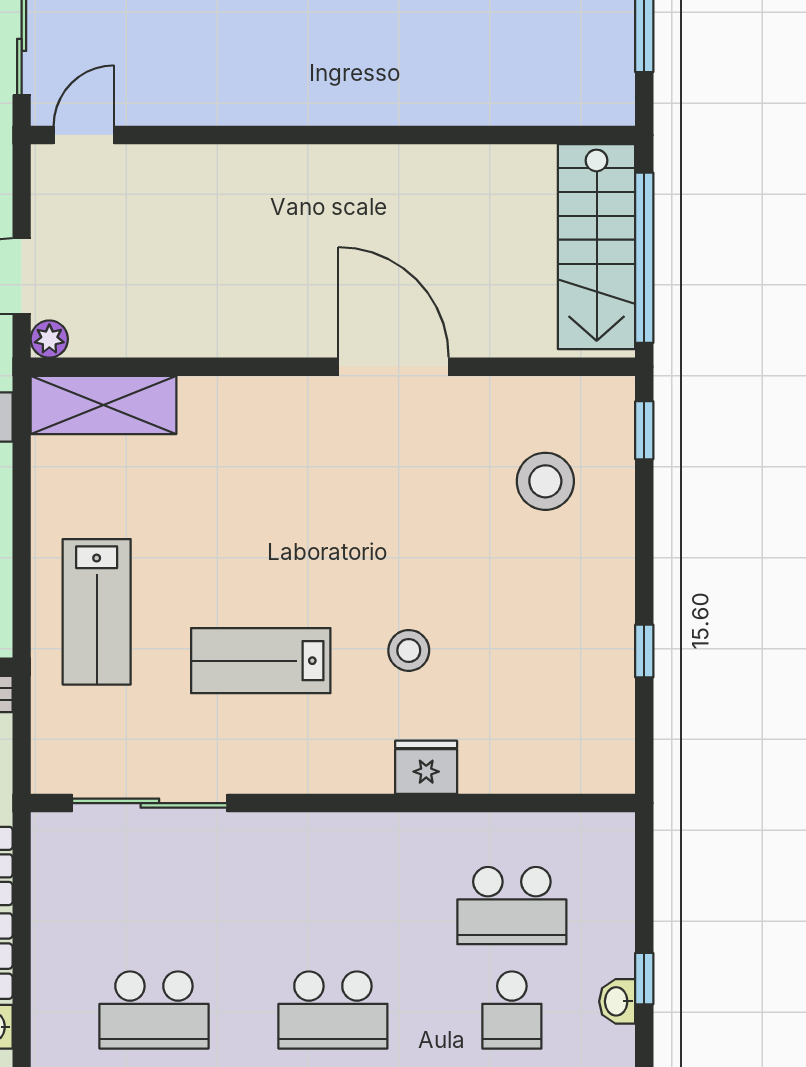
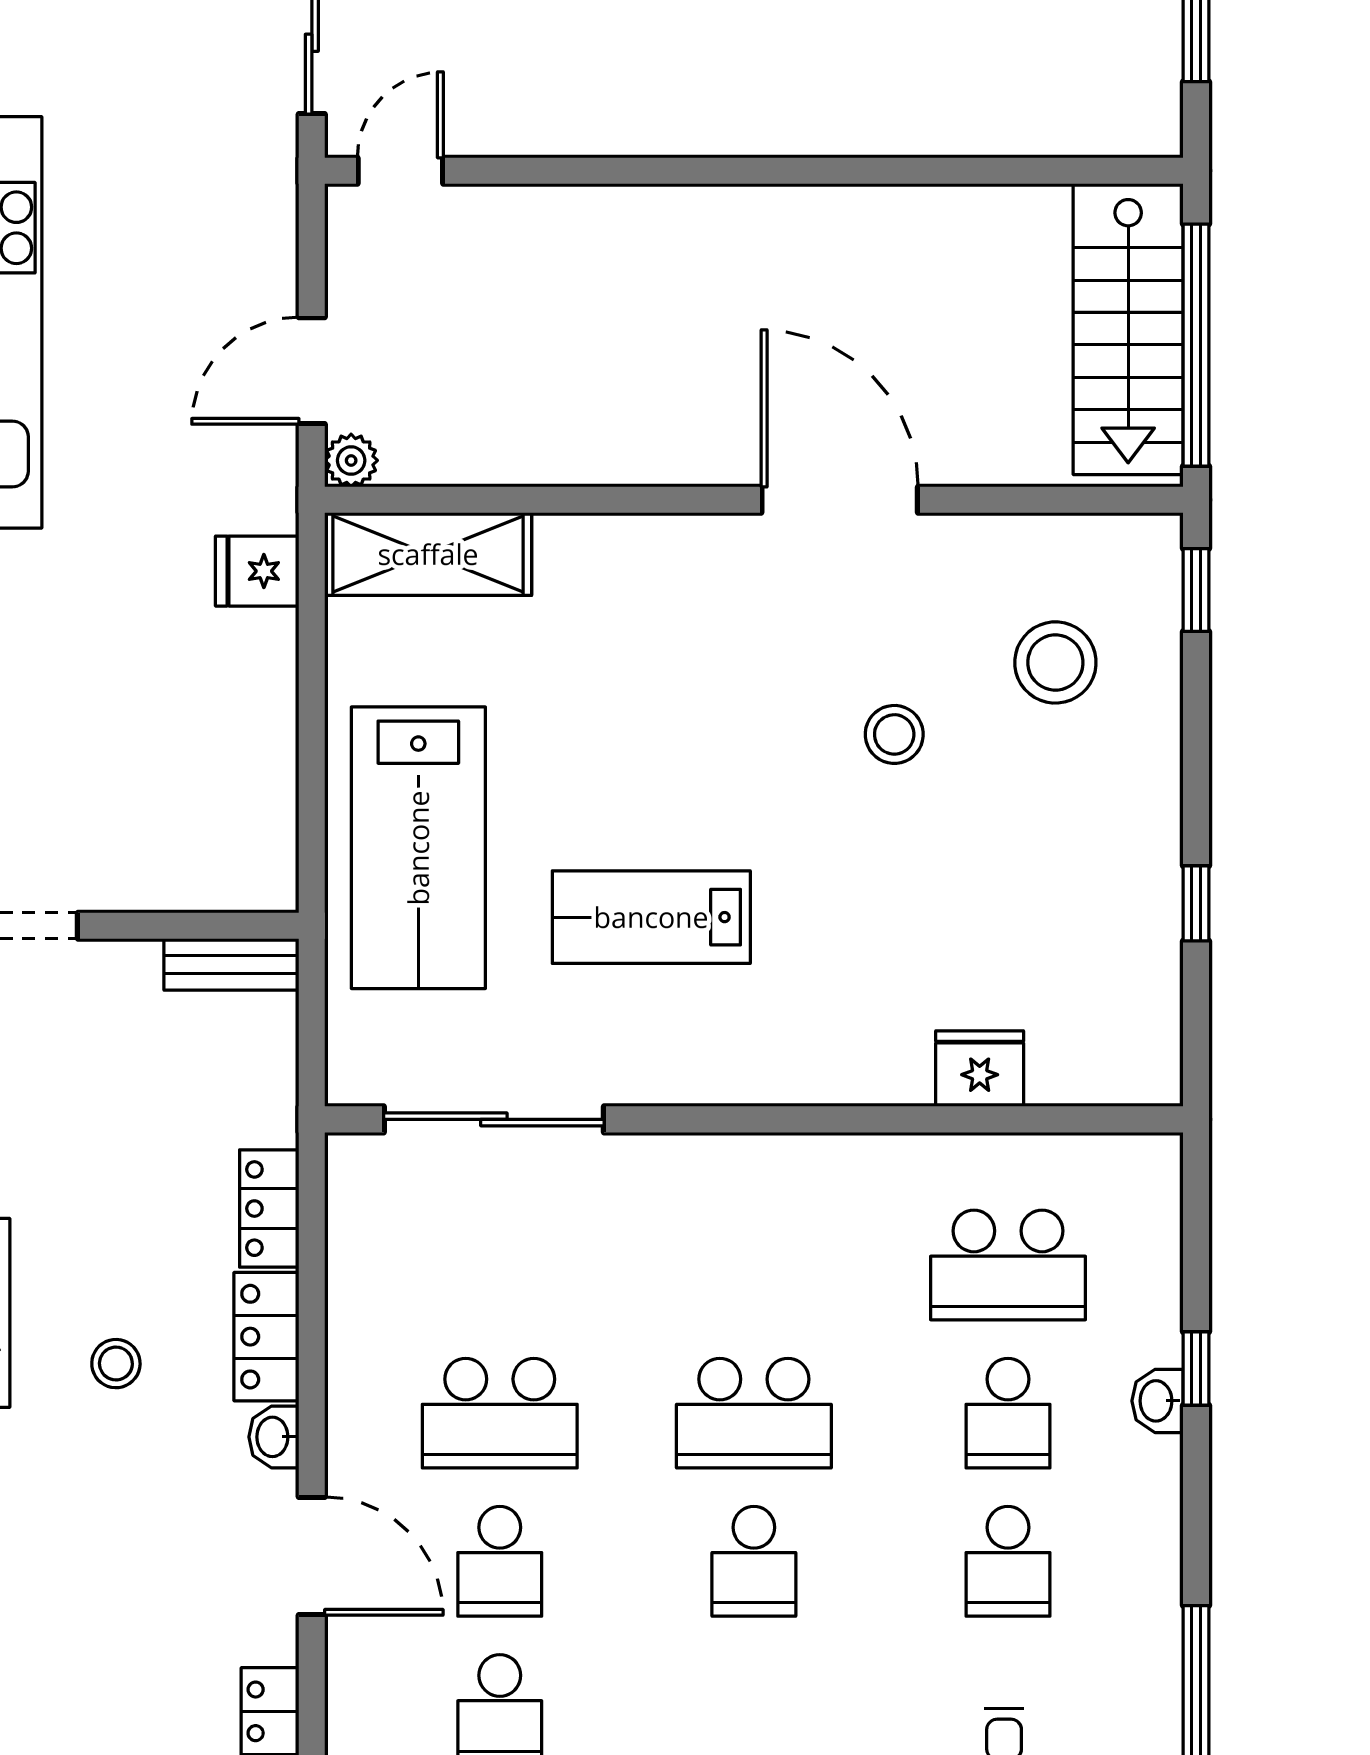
lab bench: (97, 612) -> (418, 848), width x1.36, depth x1.39
stool: (409, 650) -> (894, 734), moved
fridge: (426, 767) -> (980, 1069), moved

